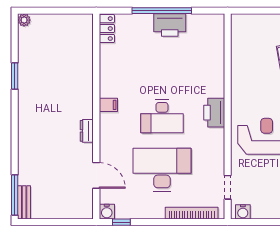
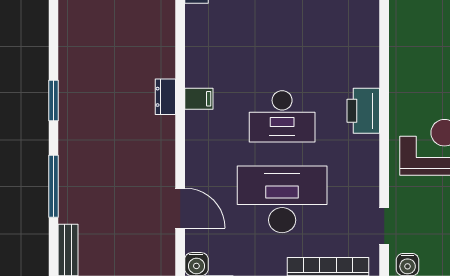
window: (15, 76) -> (54, 100), moved
dresser: (87, 131) -> (165, 97), moved
window: (15, 195) -> (54, 186), moved

